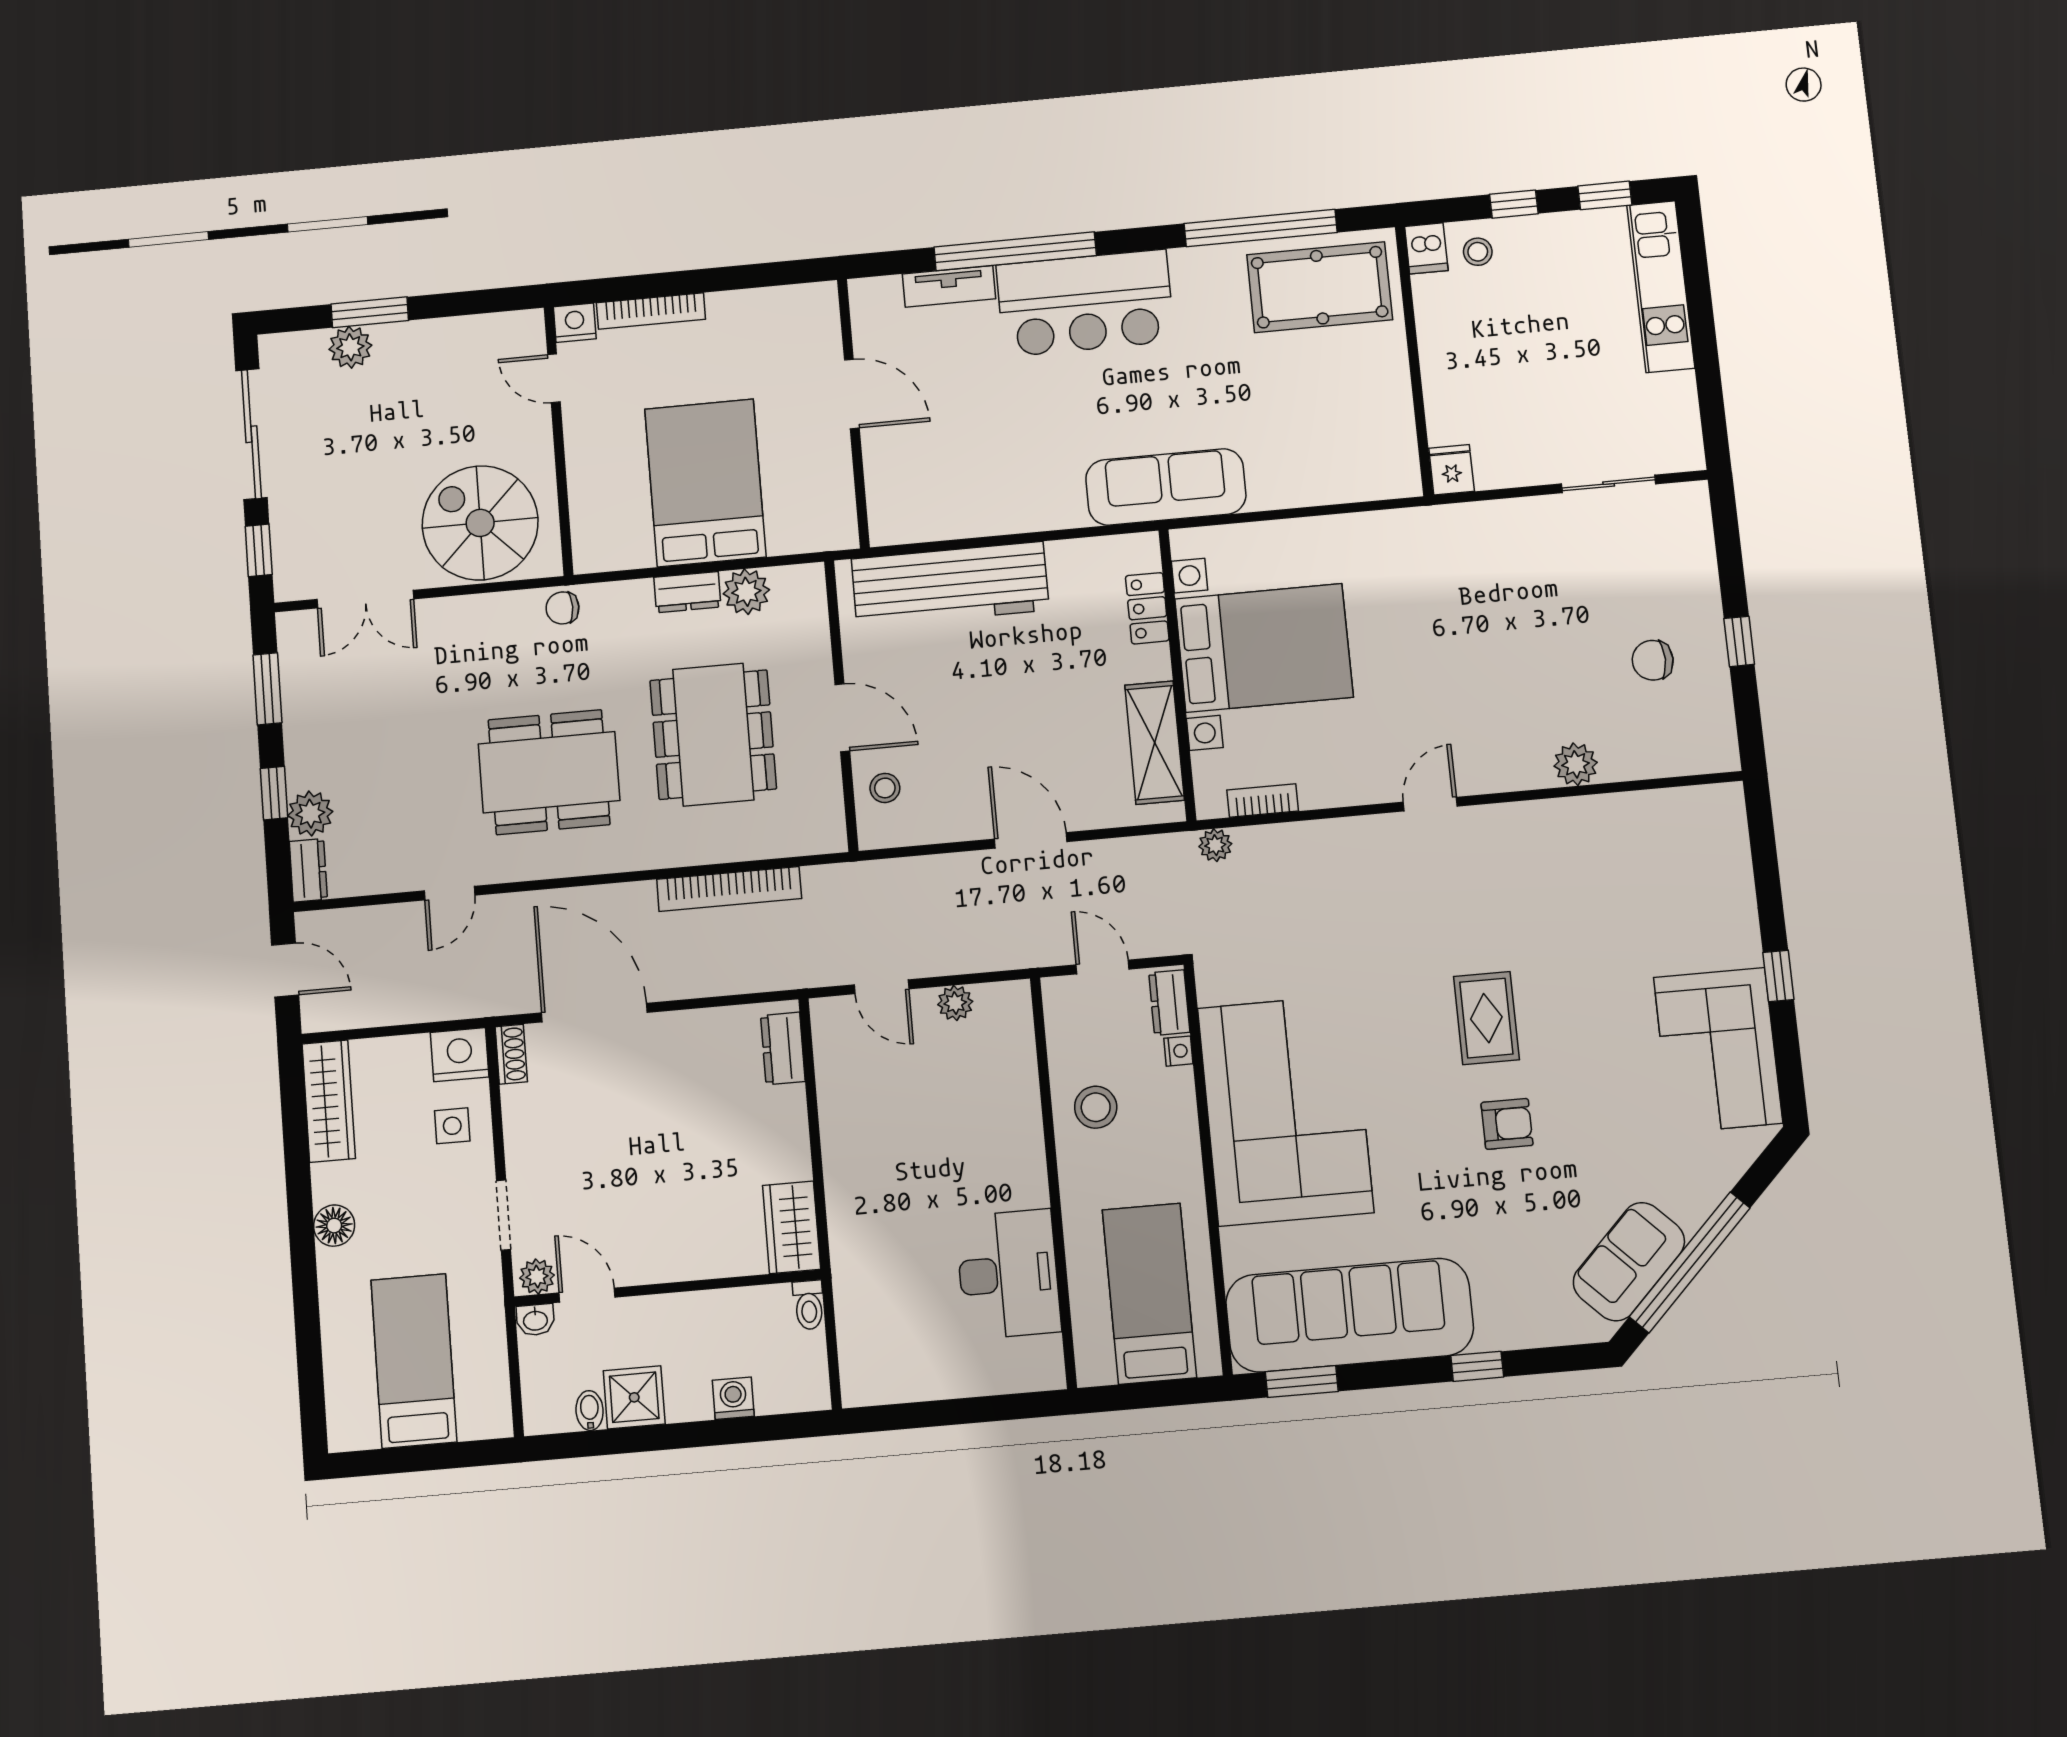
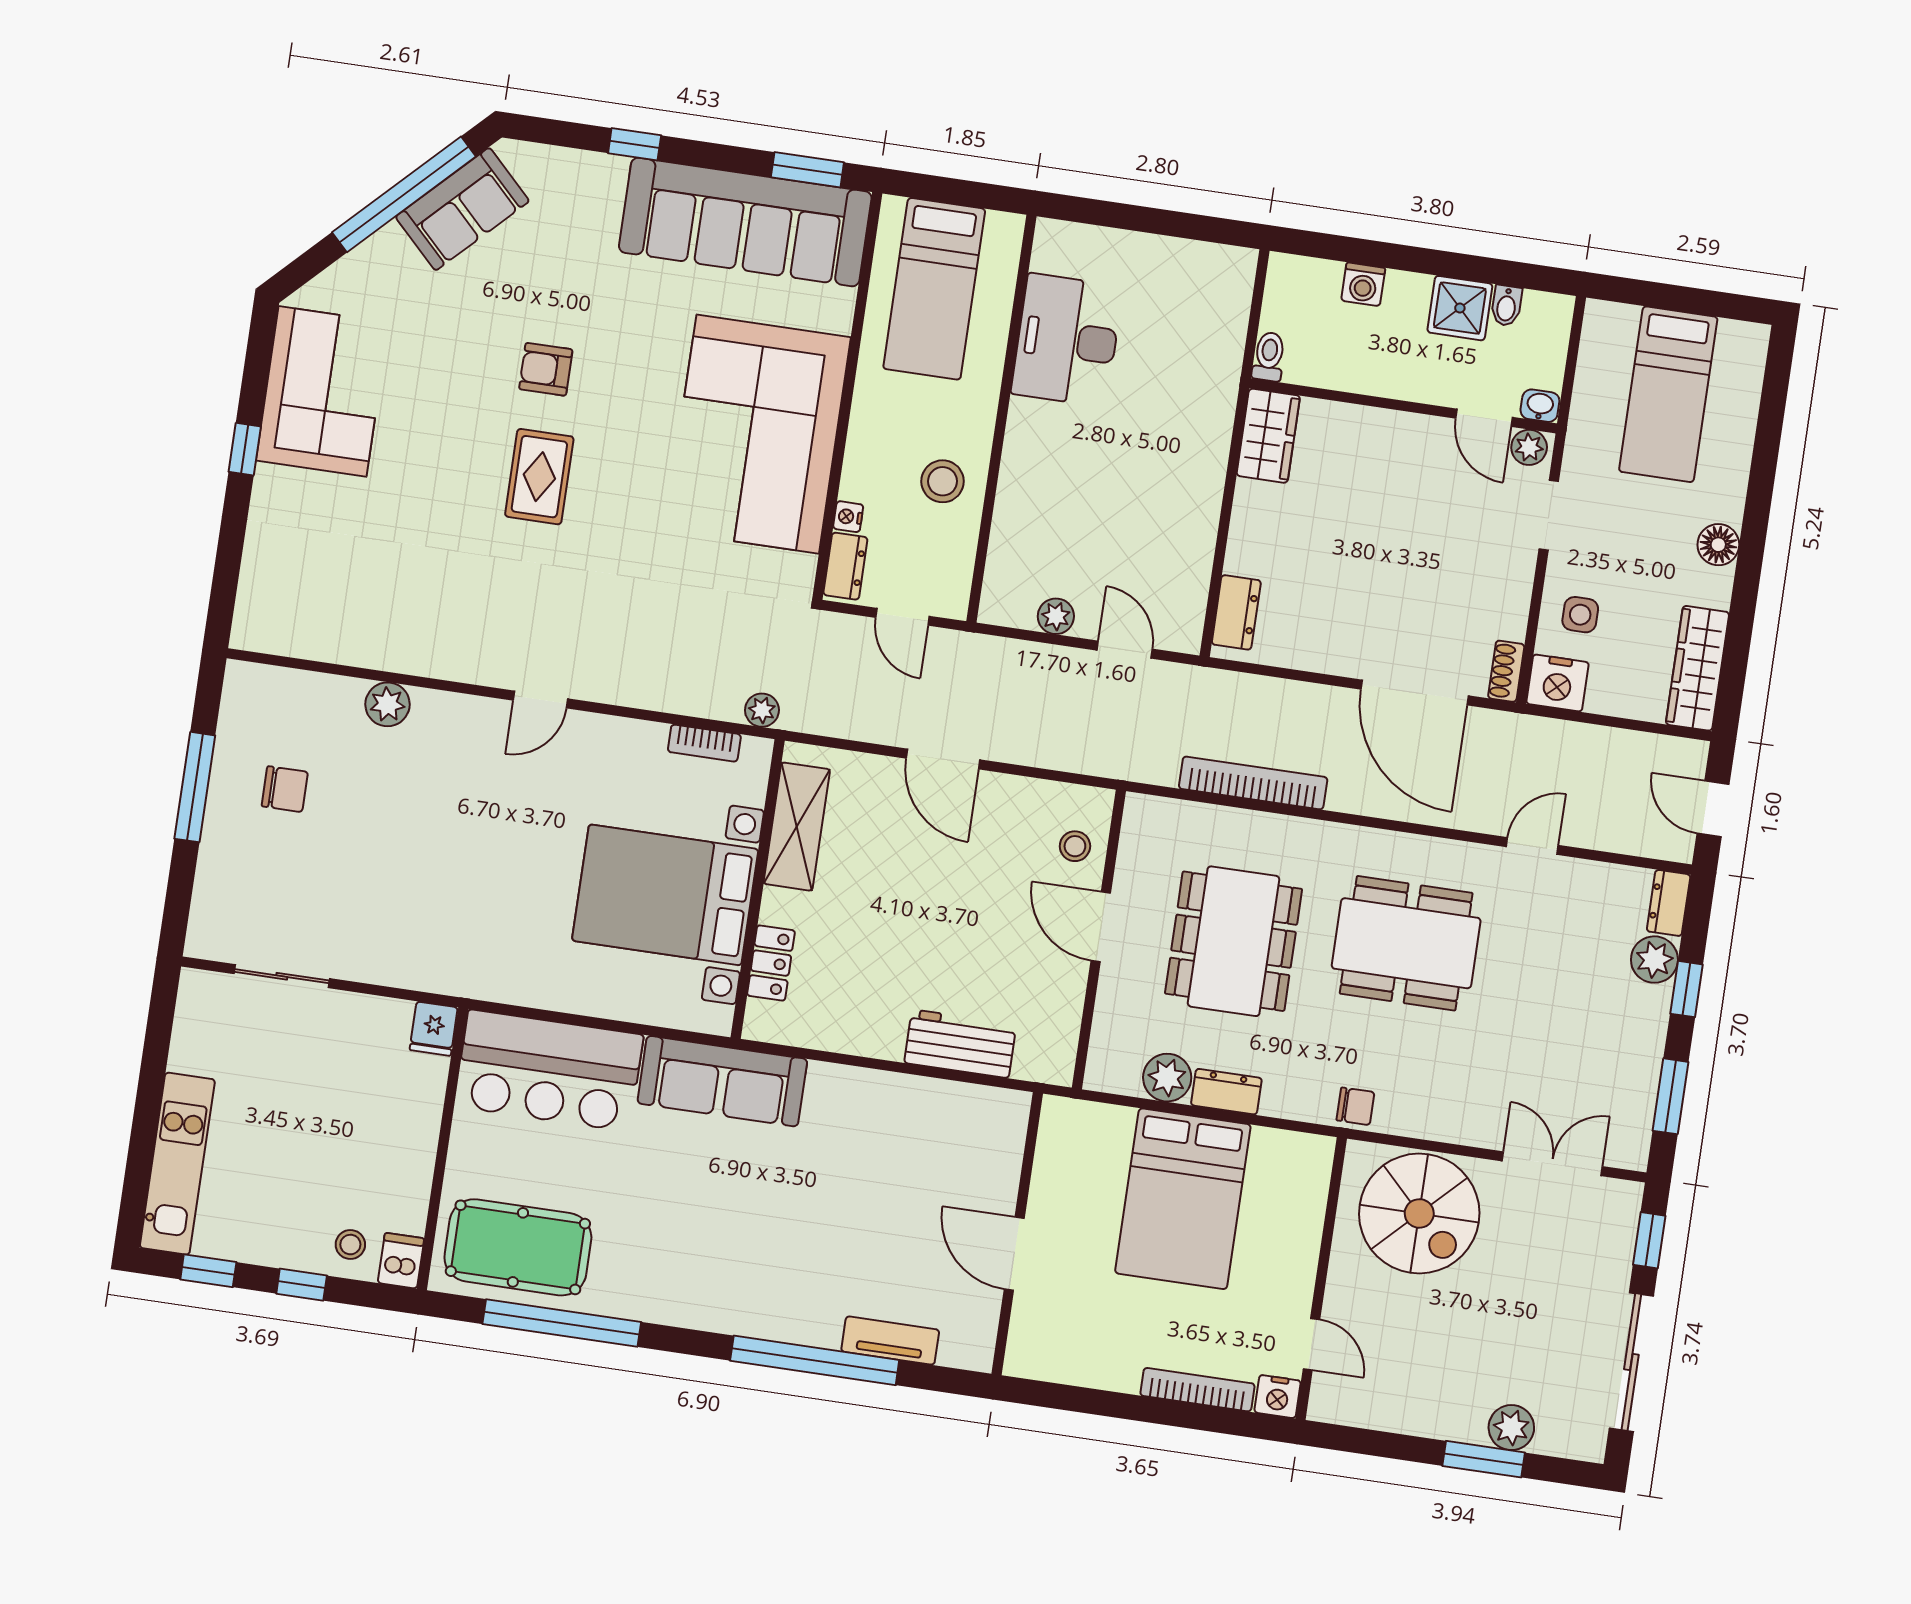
bar counter: (1085, 303) -> (549, 1071), moved, turned 180
workbench: (950, 585) -> (960, 1044), width x0.53, depth x0.76
window: (1739, 641) -> (195, 787), width x2.17

